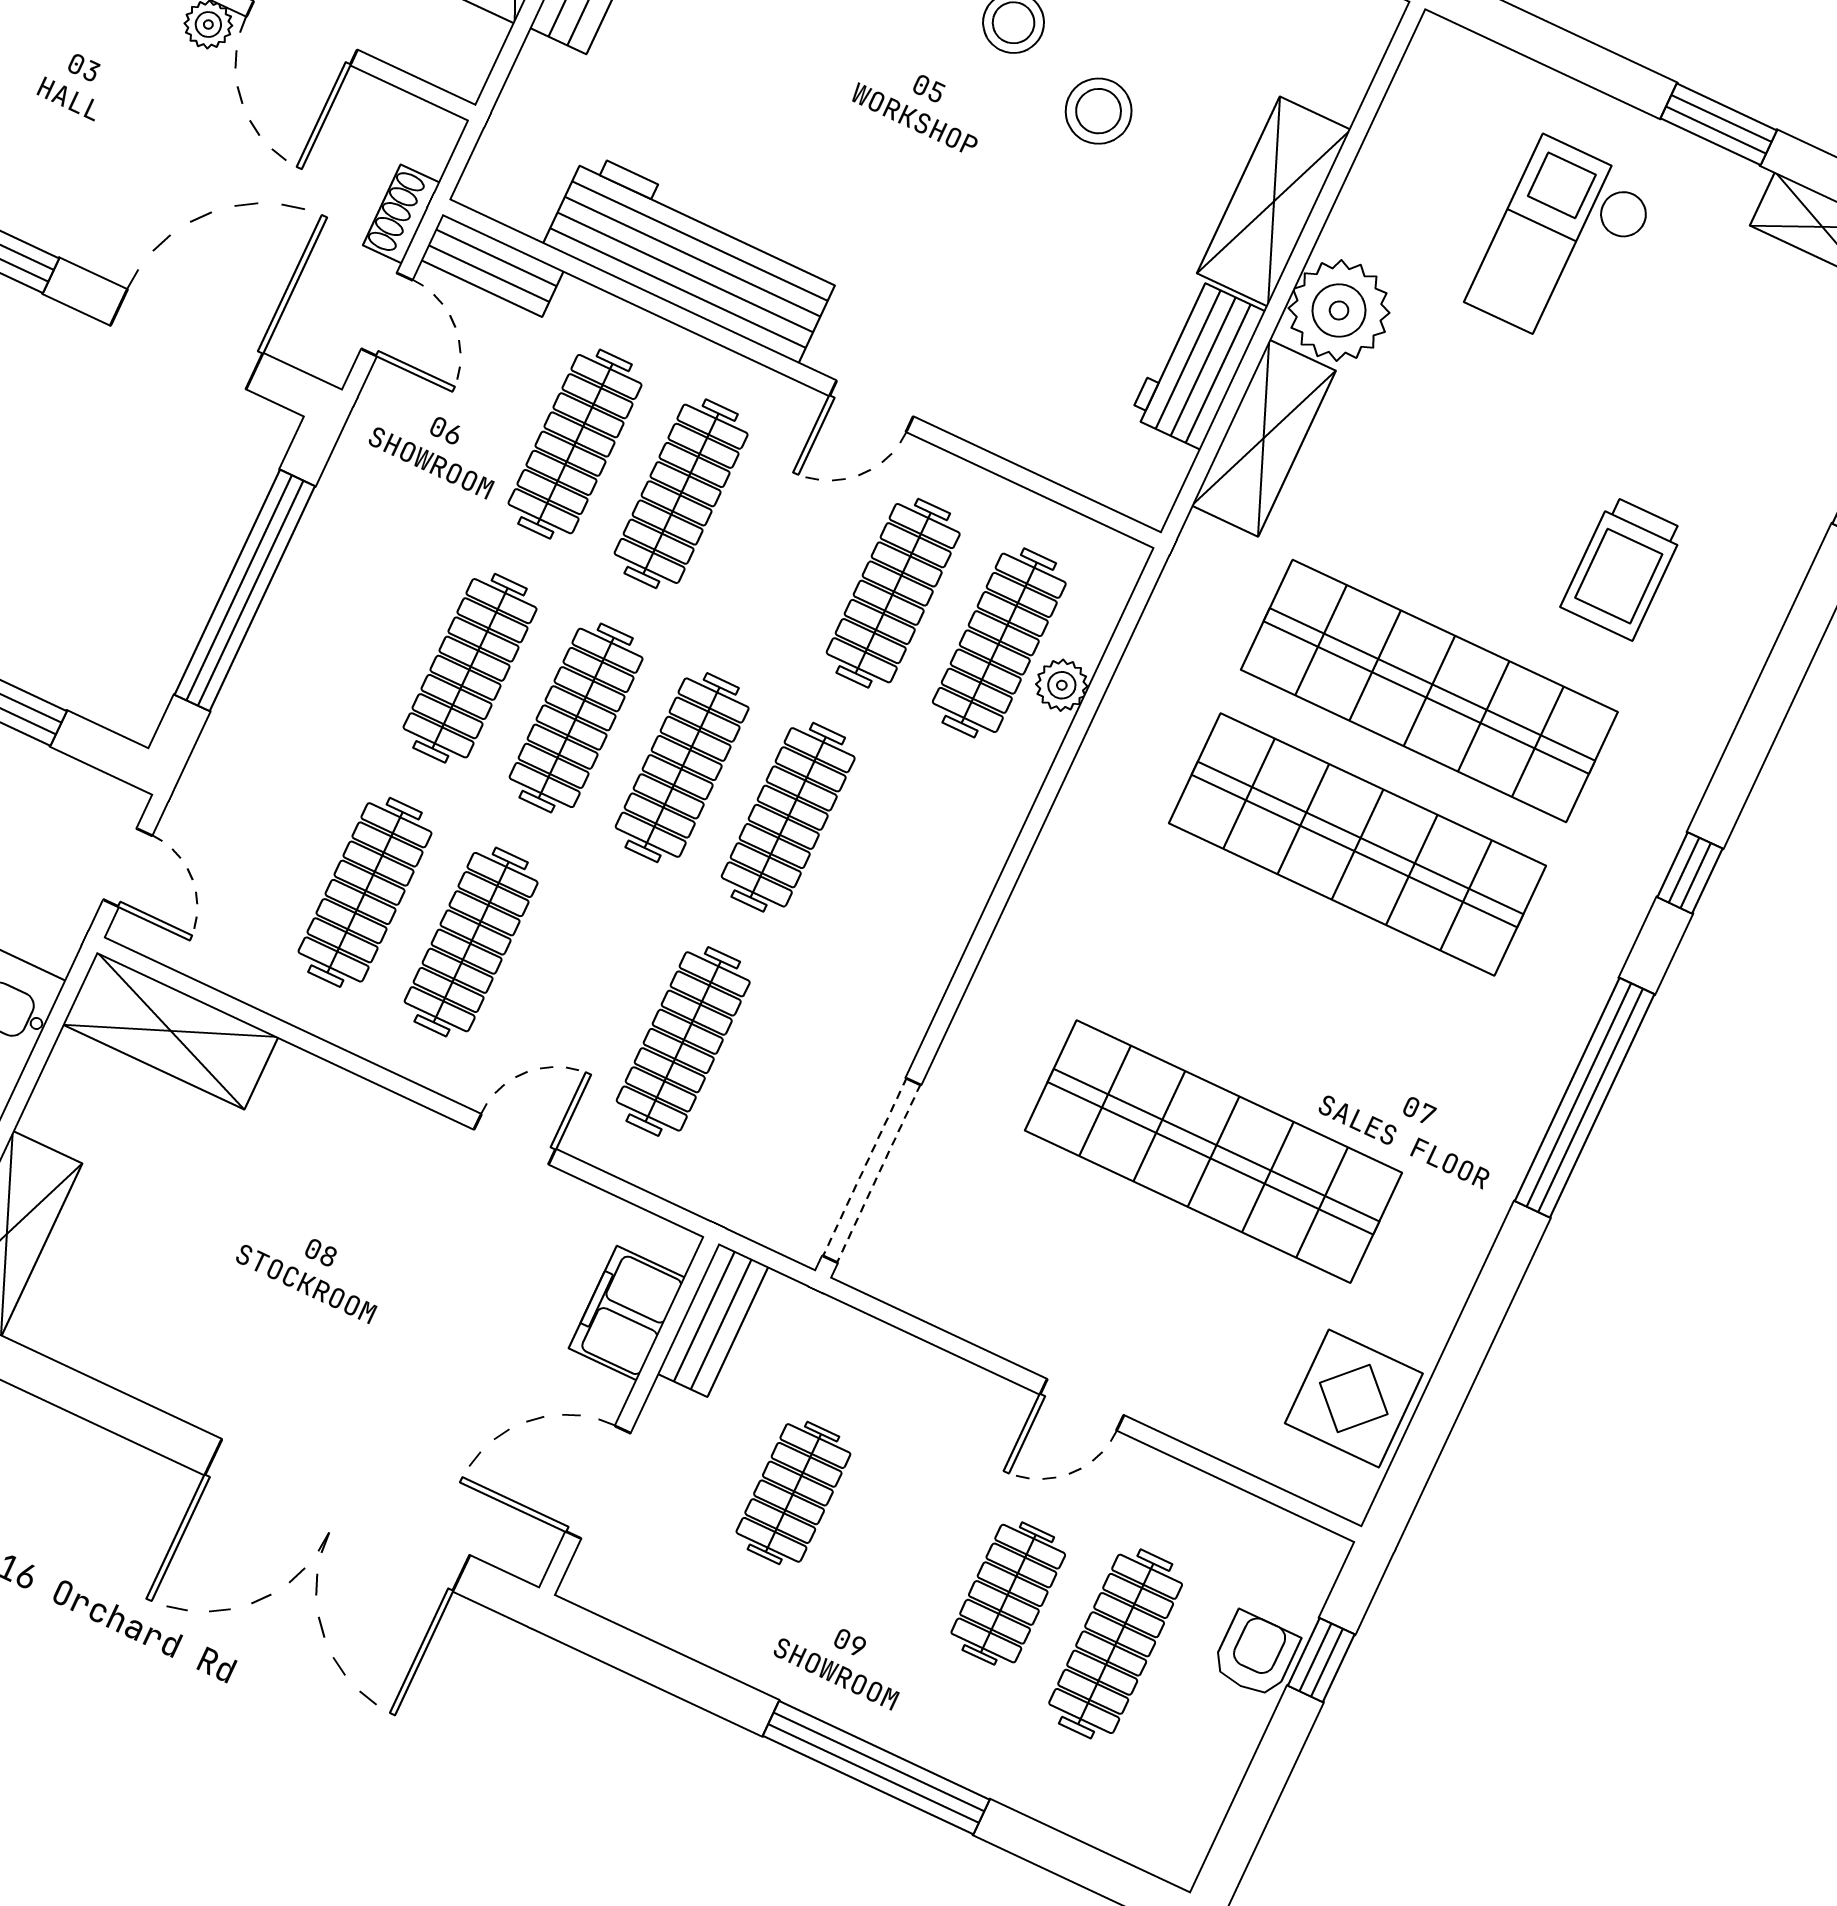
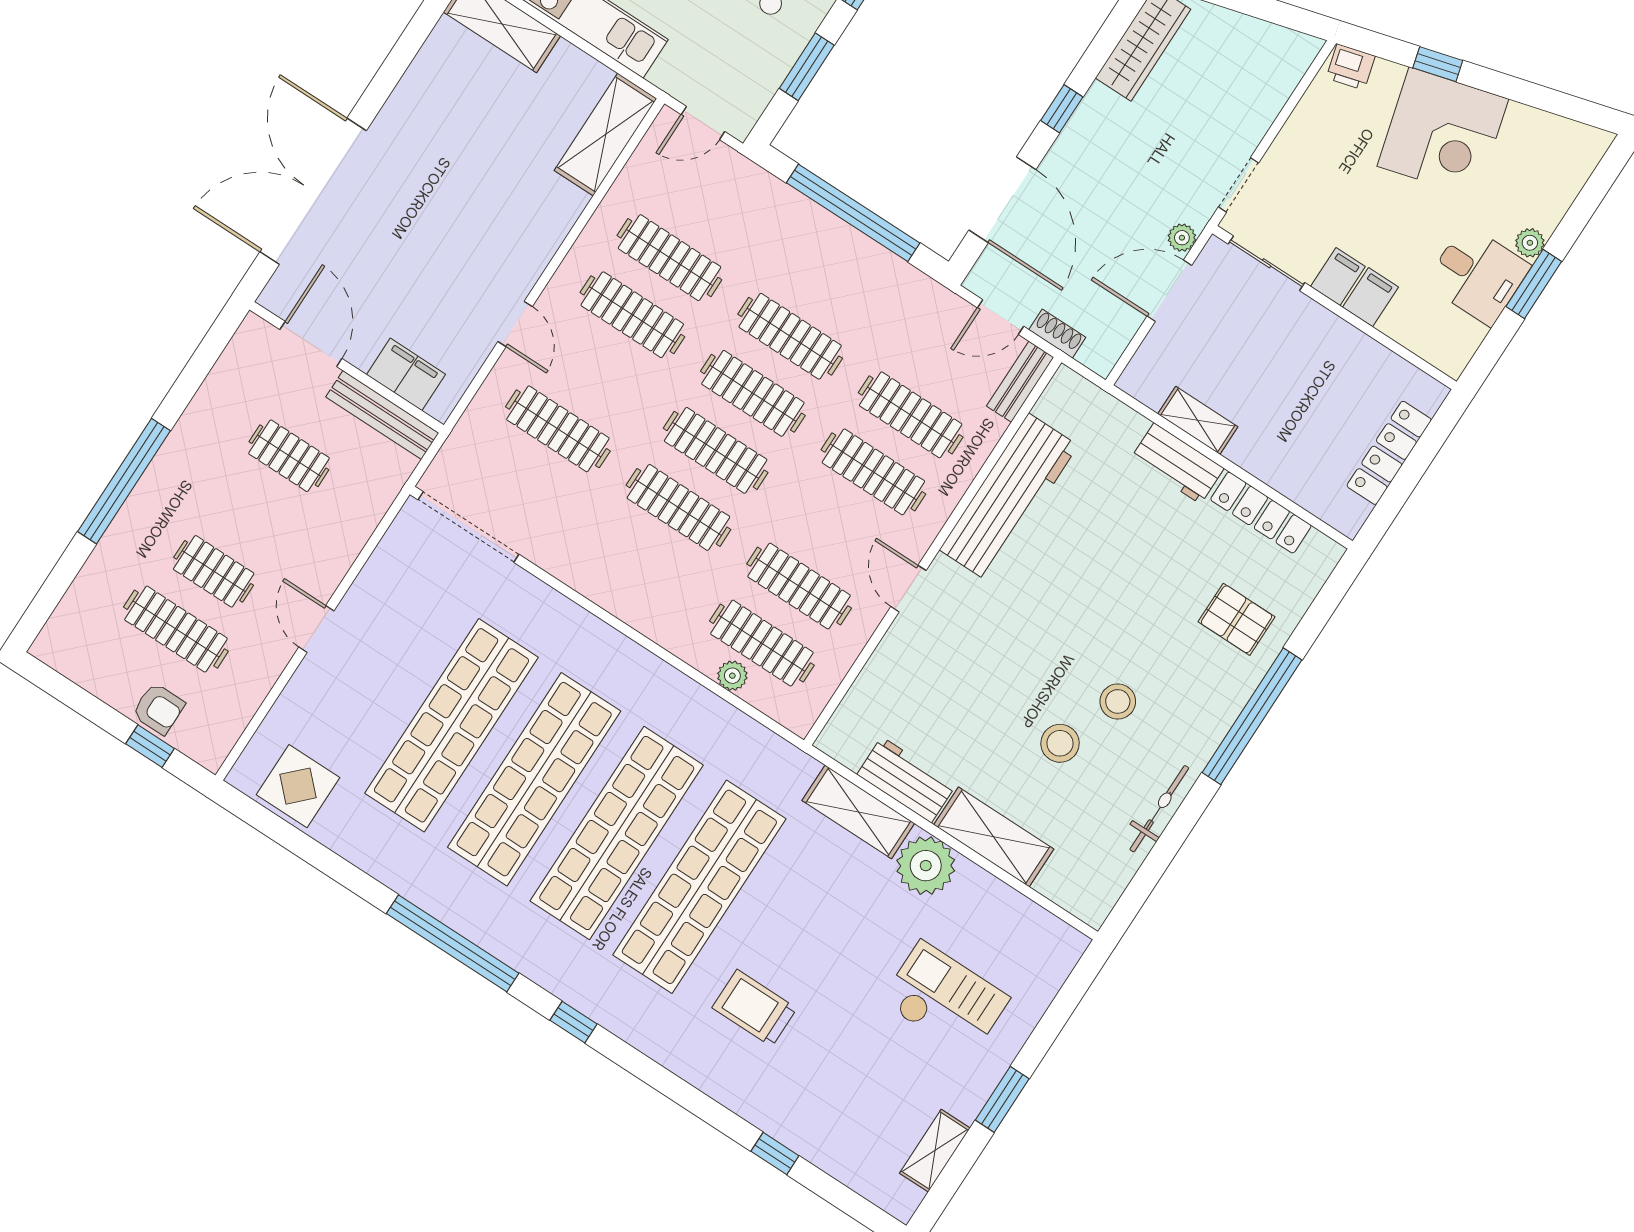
shop shelf: (1285, 998) -> (534, 779), added
bench: (713, 1320) -> (382, 415), width x1.36

